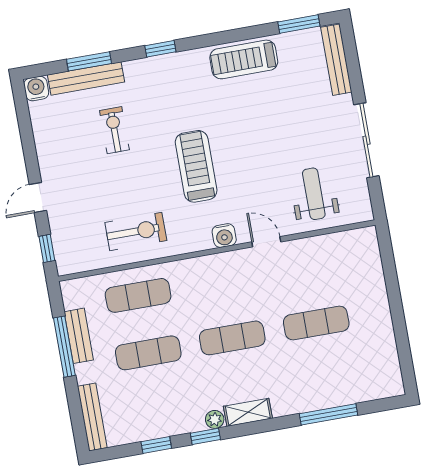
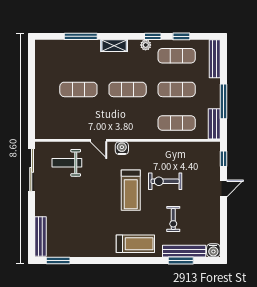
window: (160, 49) -> (139, 260), removed
treadmill: (244, 59) -> (135, 244), moved
sliding door: (366, 140) -> (32, 170), moved
weight bench: (314, 194) -> (67, 163), turned 90
exercise bike: (136, 231) -> (165, 181), moved
bench: (79, 336) -> (214, 124), moved
exercise mat: (159, 410) -> (177, 56), added
shelving: (248, 412) -> (114, 46), moved

